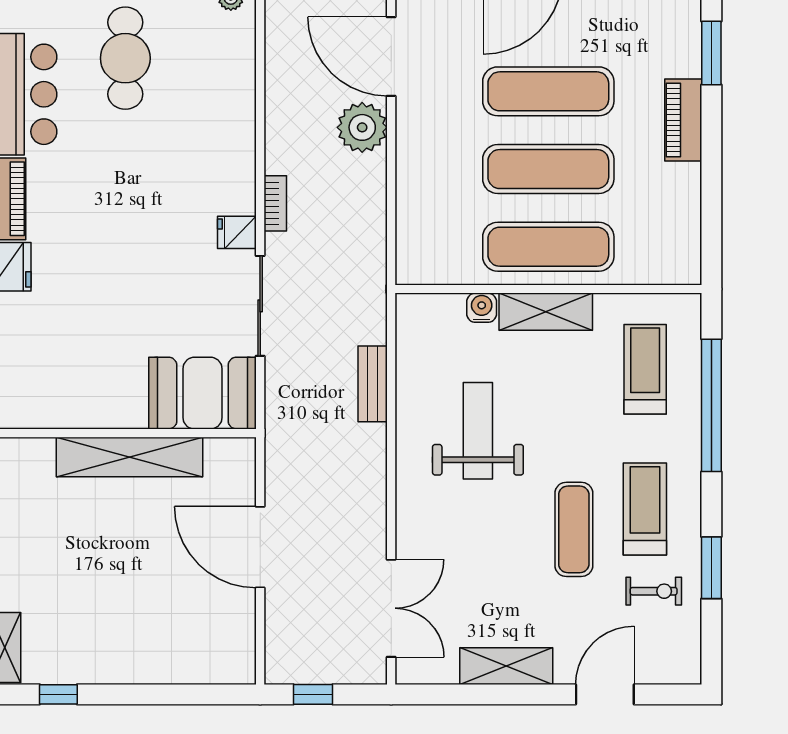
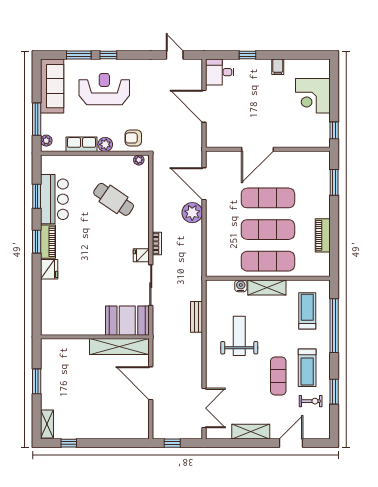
cafe table: (125, 58) -> (114, 199), moved, turned -56
piano: (683, 120) -> (323, 235), moved
shelving: (129, 457) -> (119, 347), moved
treadmill: (645, 509) -> (307, 368), turned 180

